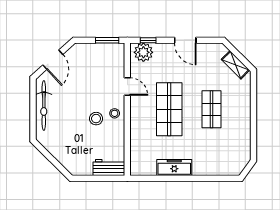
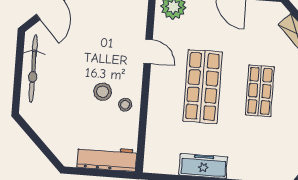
stool: (115, 113) -> (125, 105), moved
workbench: (109, 167) -> (107, 159), width x1.38

